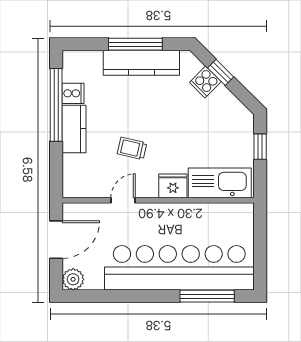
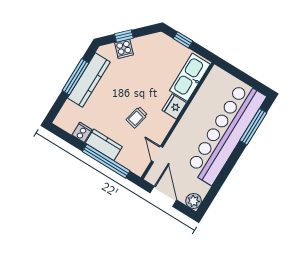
window: (56, 105) -> (106, 161), moved
door: (123, 200) -> (157, 154), moved

